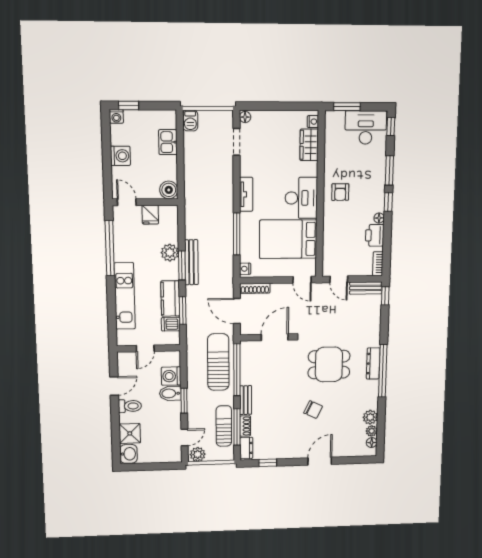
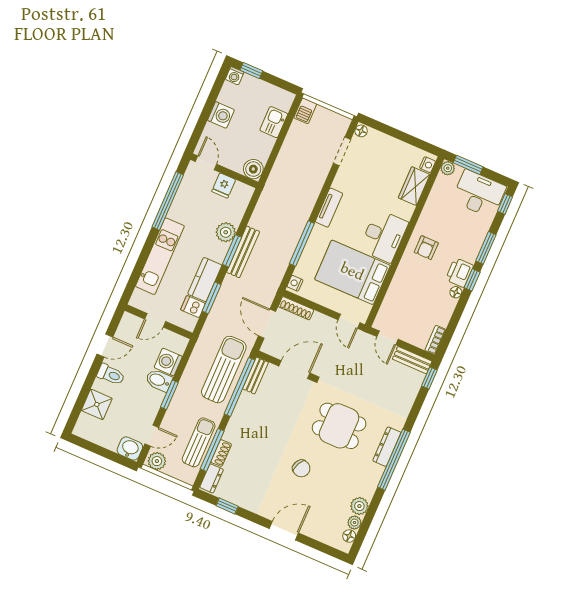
plant: (331, 117) -> (448, 168), added
printer: (375, 235) -> (459, 273), moved
bench: (246, 400) -> (255, 376), moved
washbasin: (128, 454) -> (130, 448), moved, turned -90

